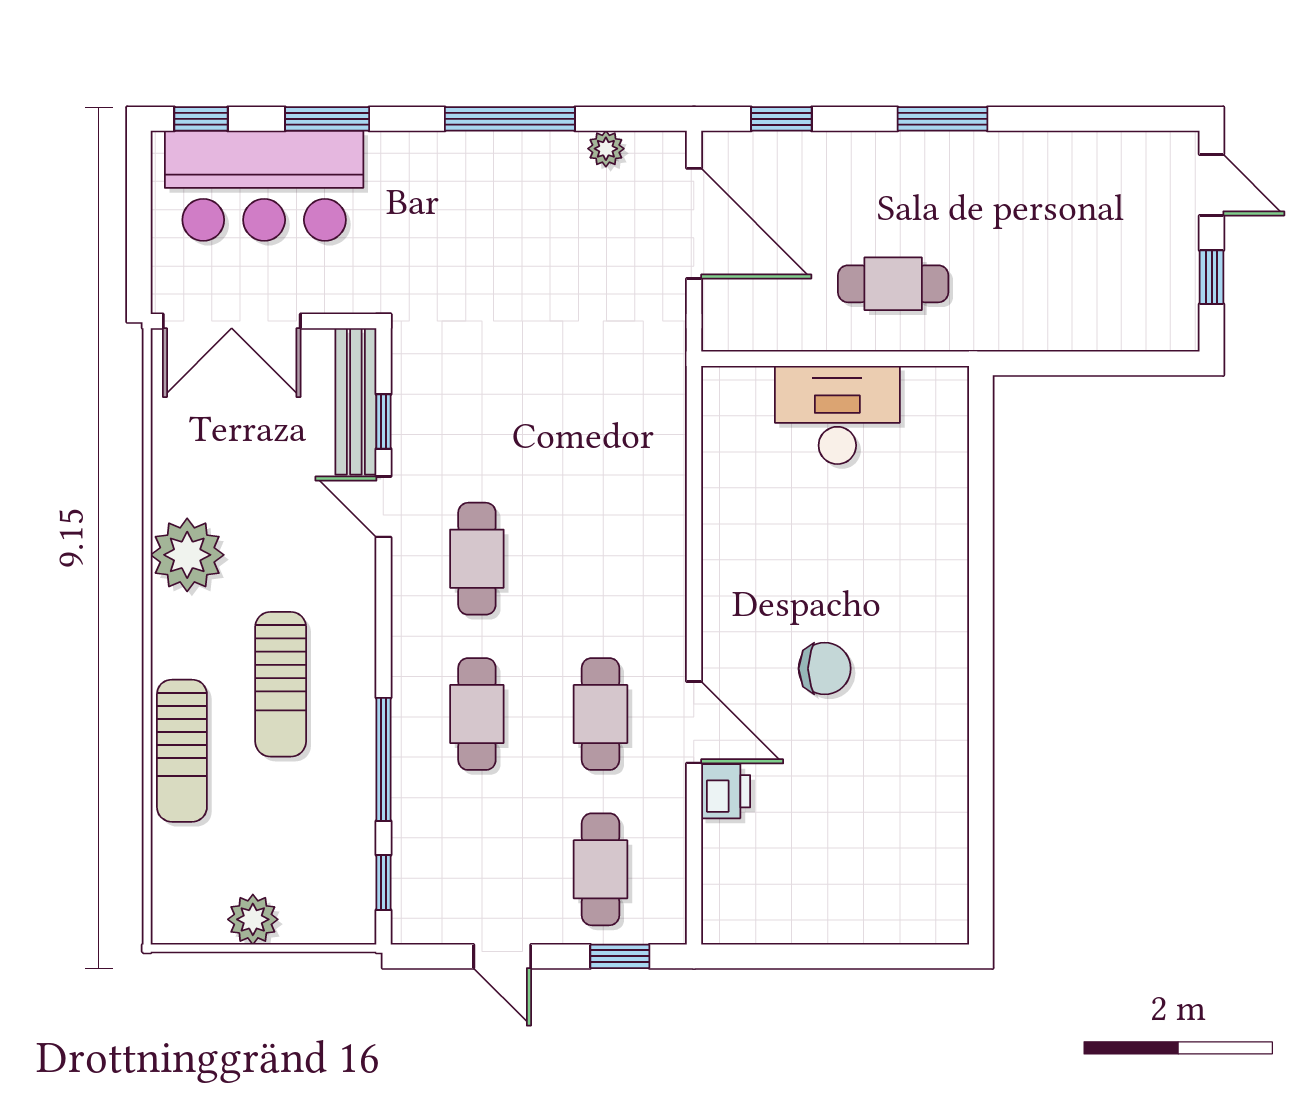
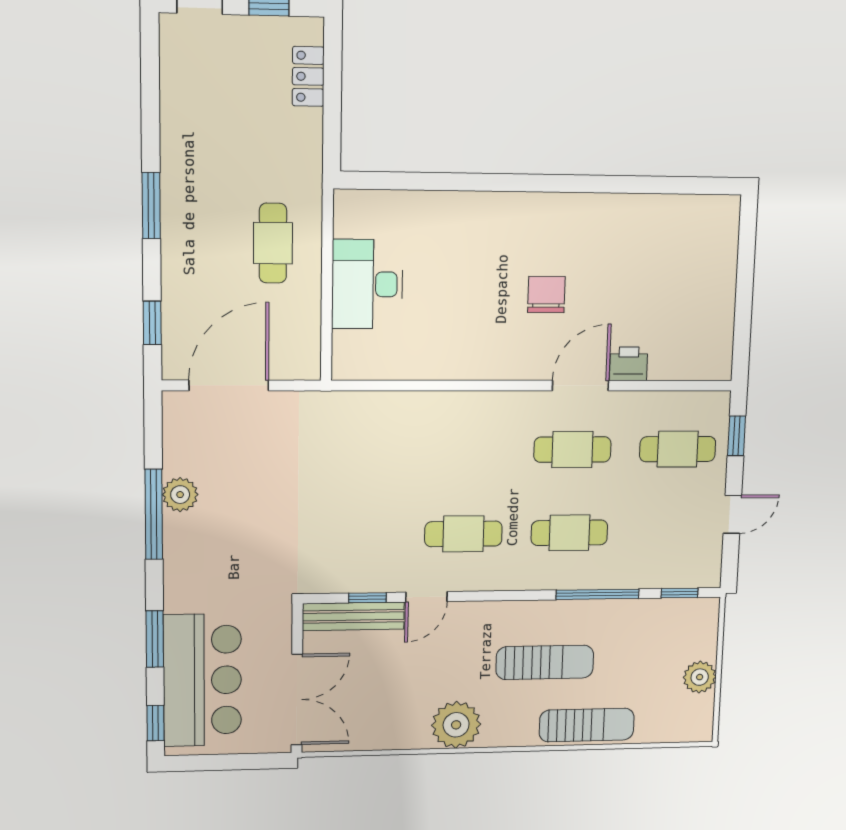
plant: (606, 149) -> (180, 495), moved, width x1.38, depth x1.38
locker: (1120, 330) -> (308, 76), added

